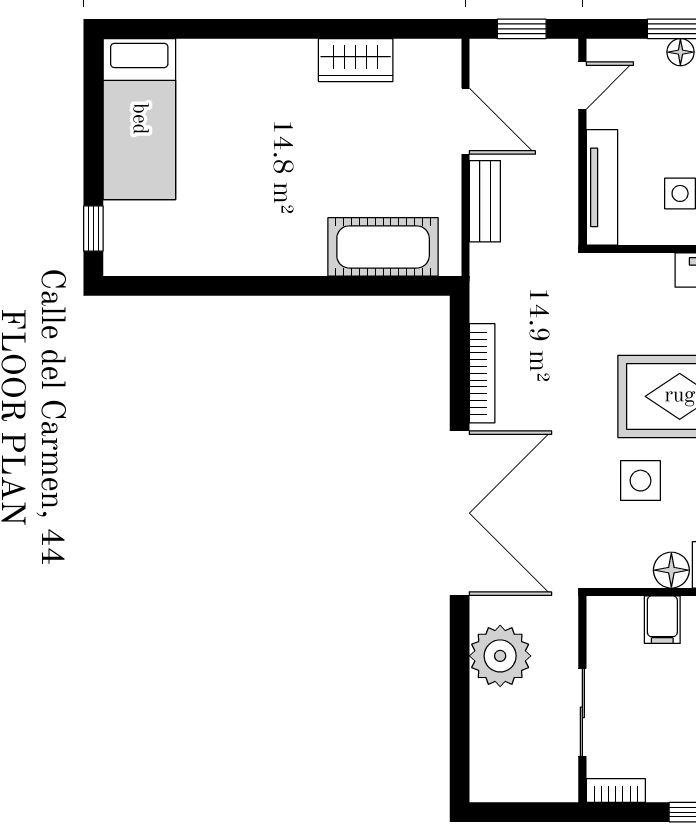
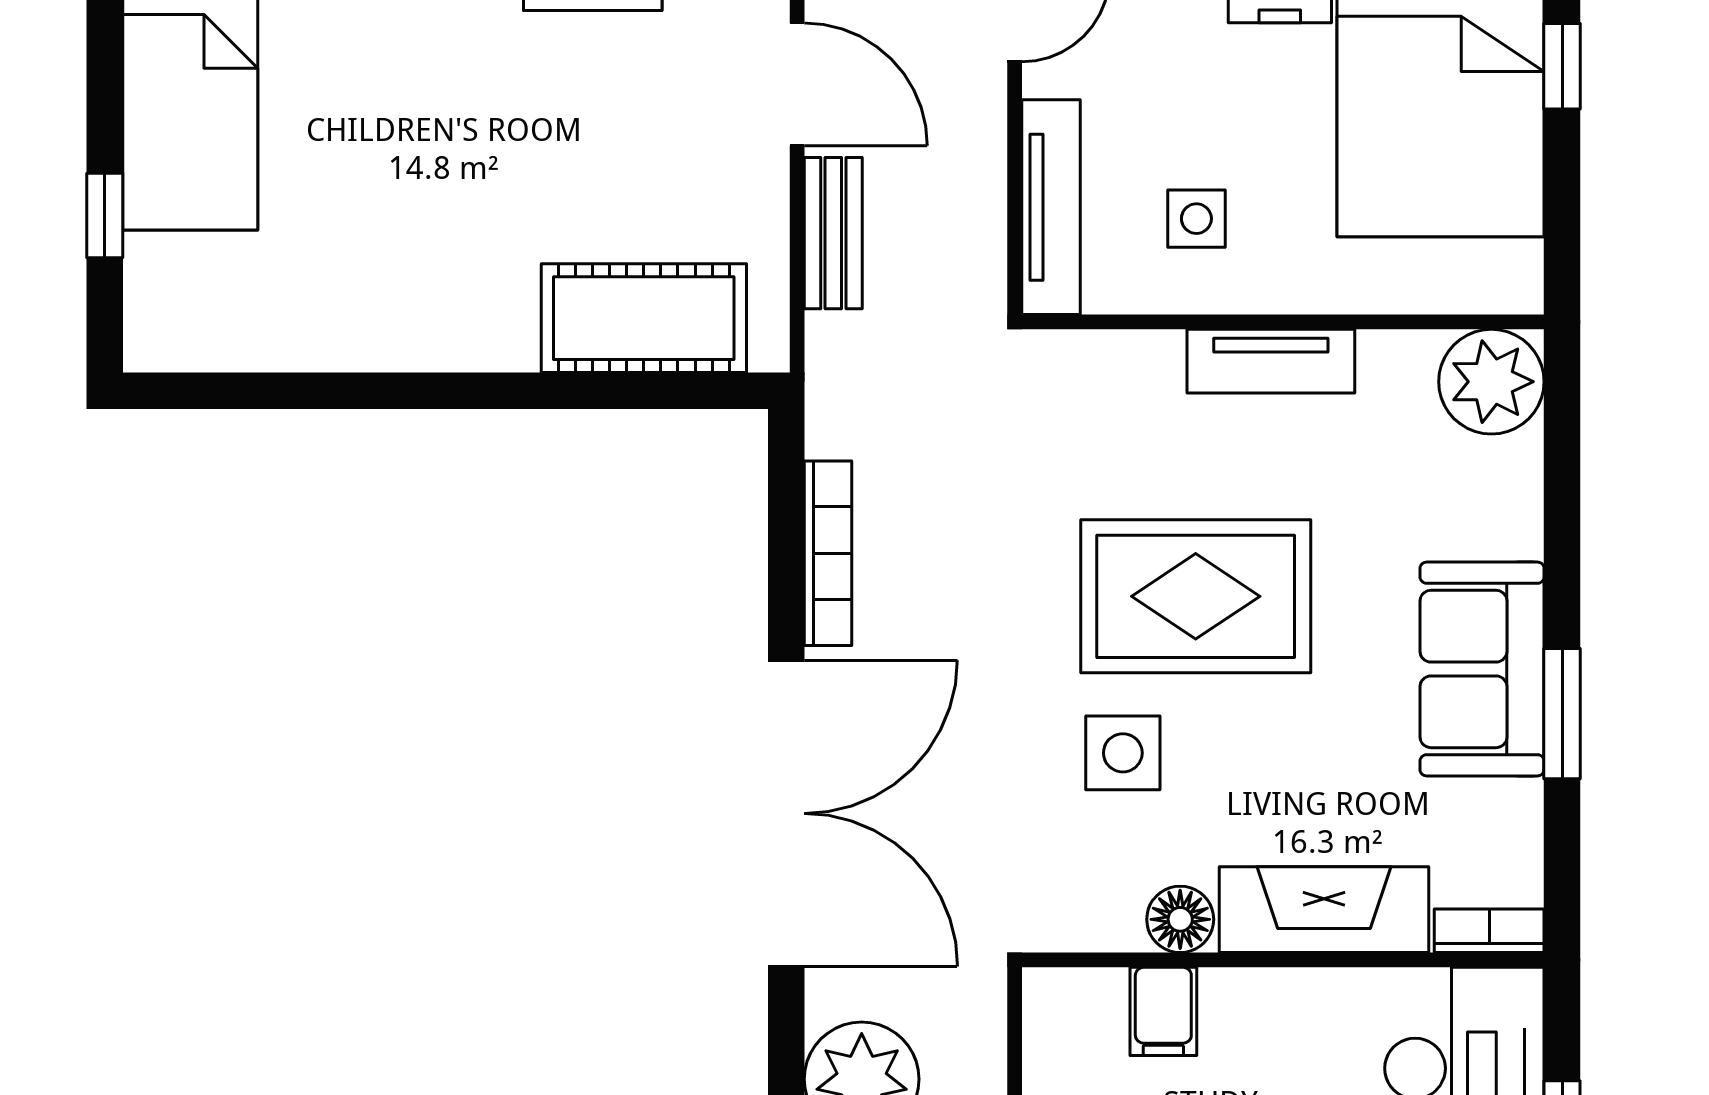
window: (93, 229) -> (105, 216), moved

